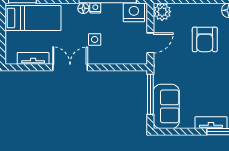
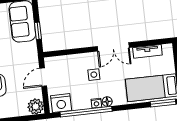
window: (150, 94) -> (38, 31), width x0.46

